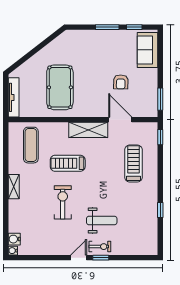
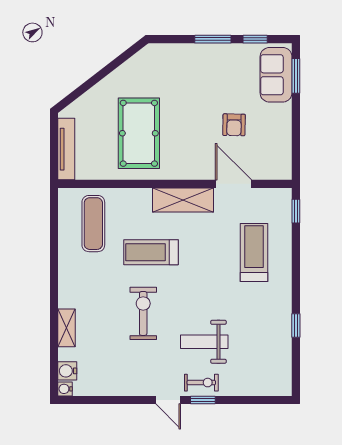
window: (160, 99) -> (296, 76), moved
shelving: (14, 187) -> (67, 328), moved
weight bench: (102, 220) -> (204, 342), turned 180
door: (79, 258) -> (168, 400), swing flipped

